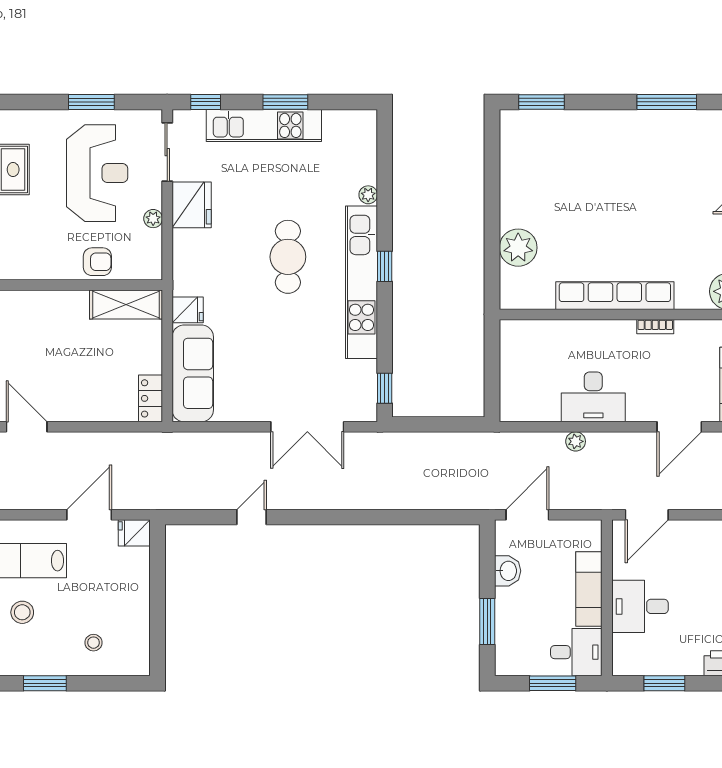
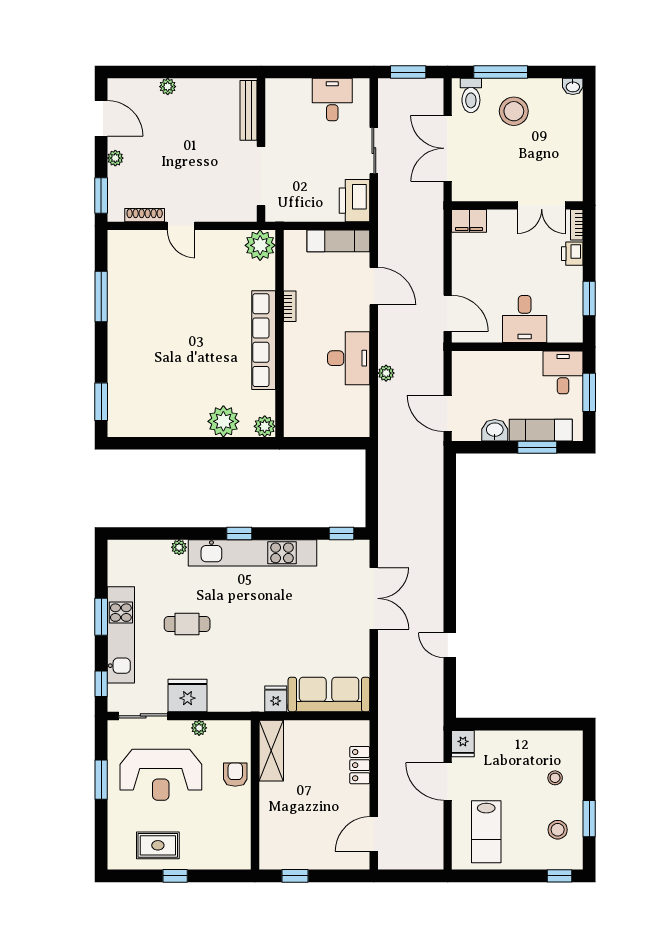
reception desk: (97, 173) -> (161, 775), turned 180
cafe table: (288, 257) -> (187, 624), moved, width x0.73, depth x0.74
plant: (512, 297) -> (265, 426), added
locker: (150, 398) -> (360, 765), moved, turned 90
exam couch: (589, 589) -> (541, 430), moved, turned 180
stool: (22, 612) -> (558, 830), moved

